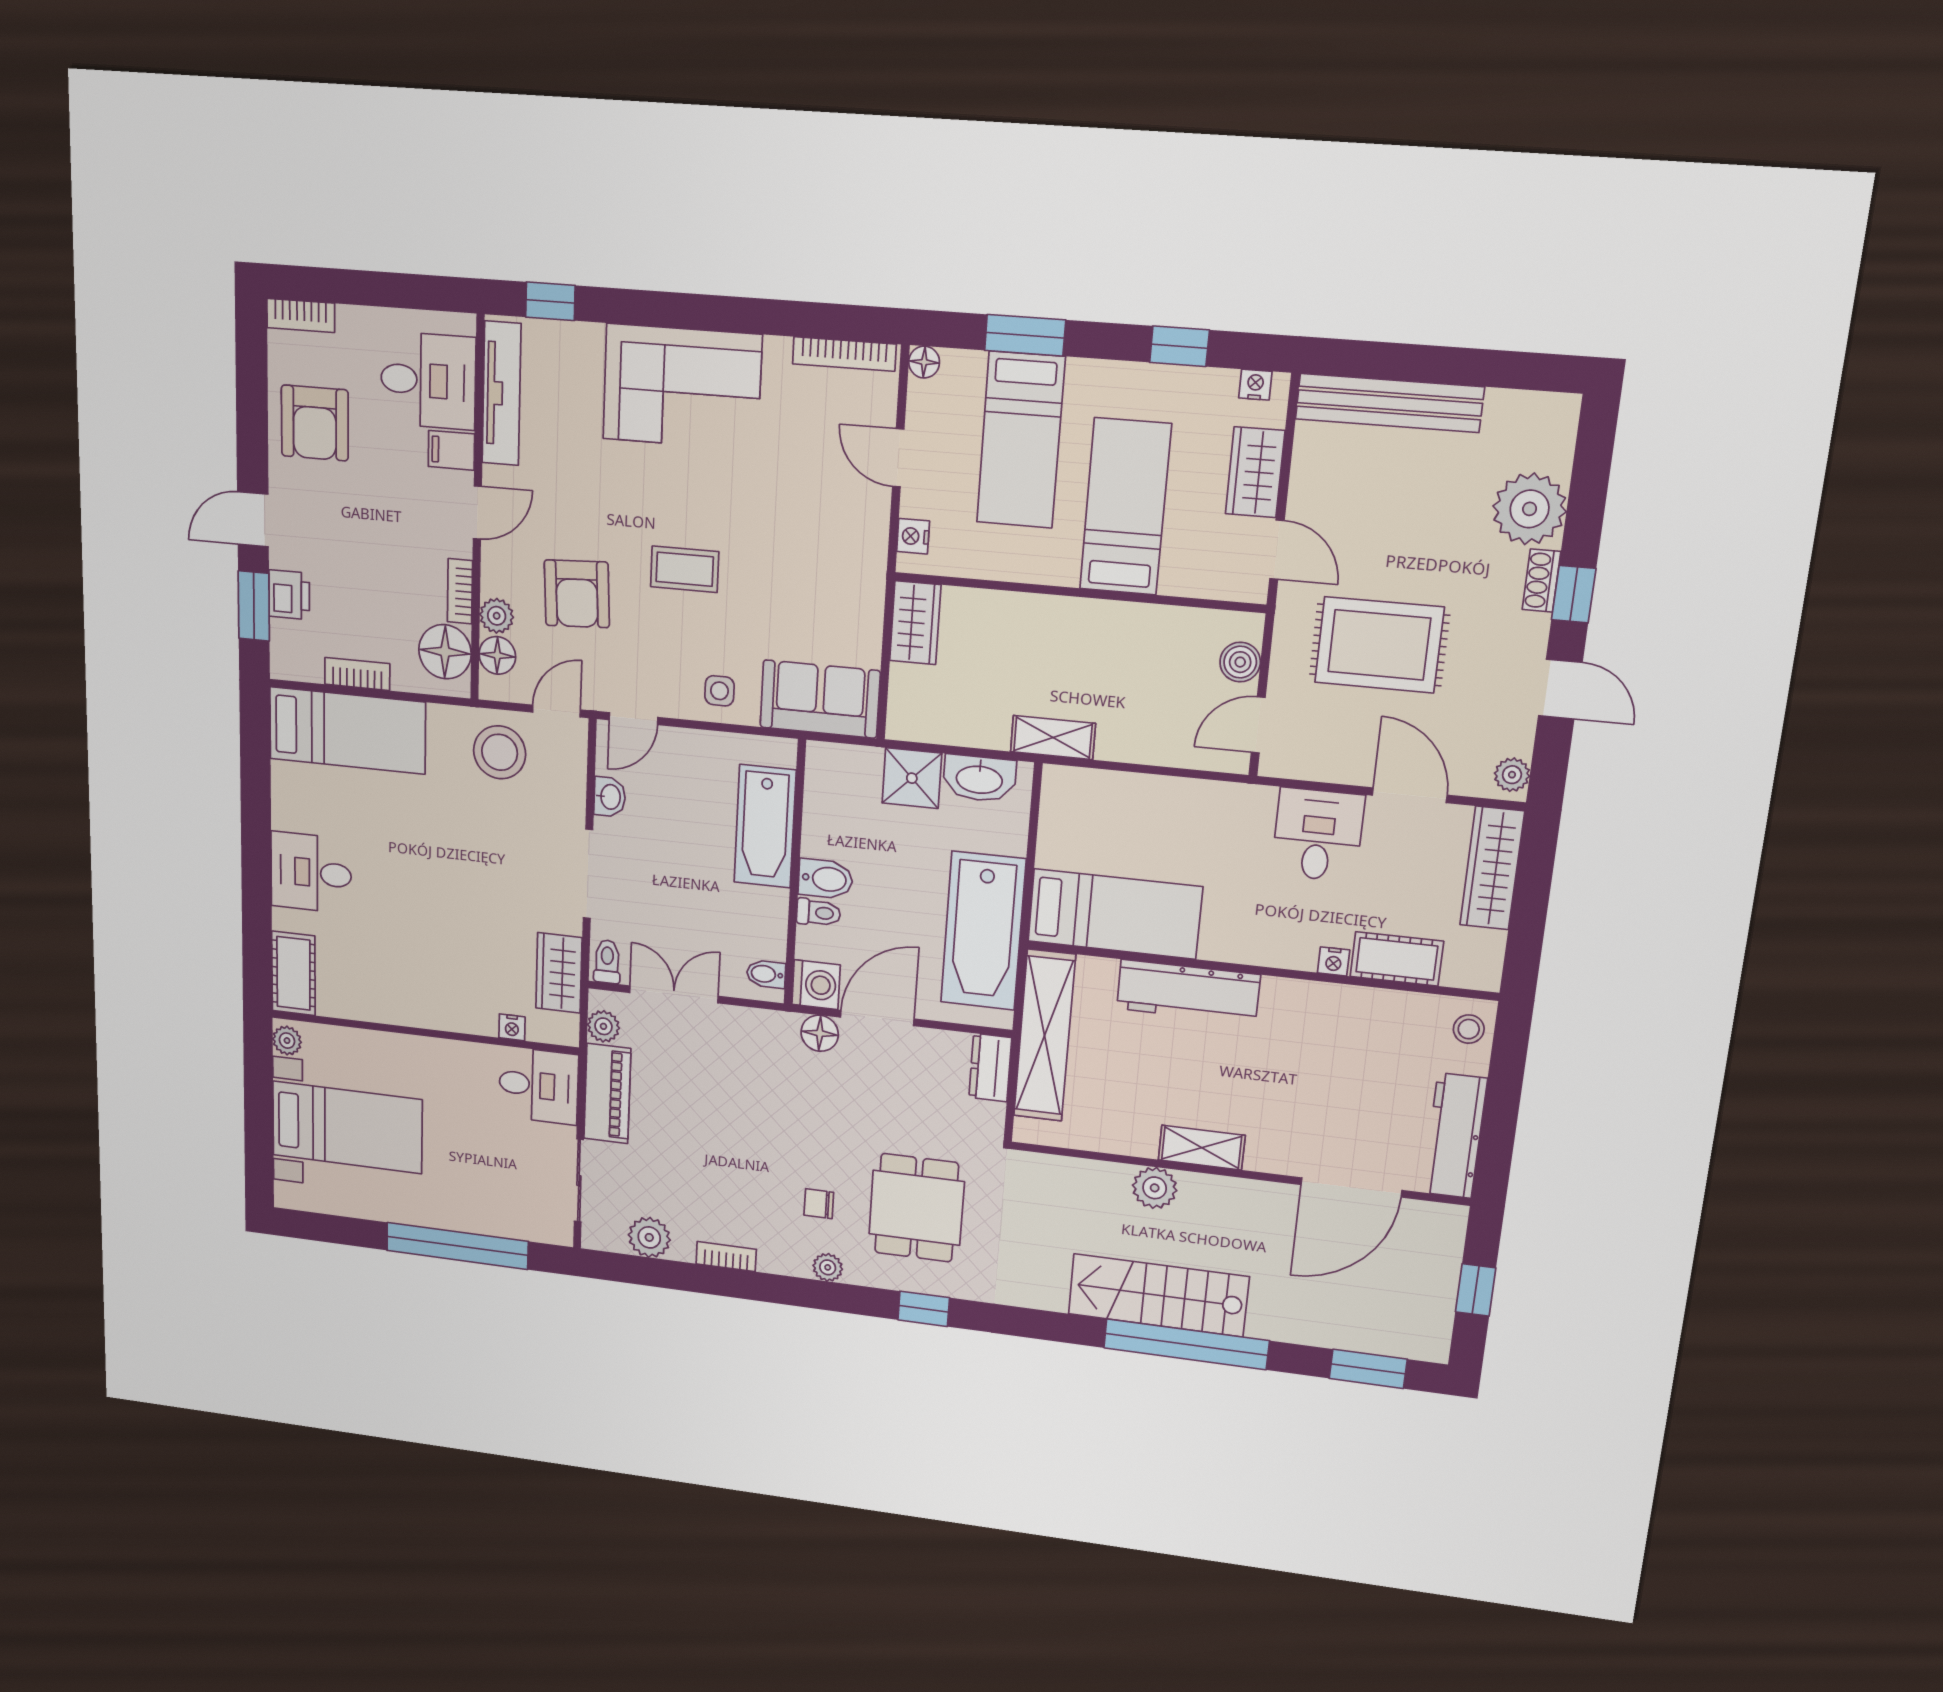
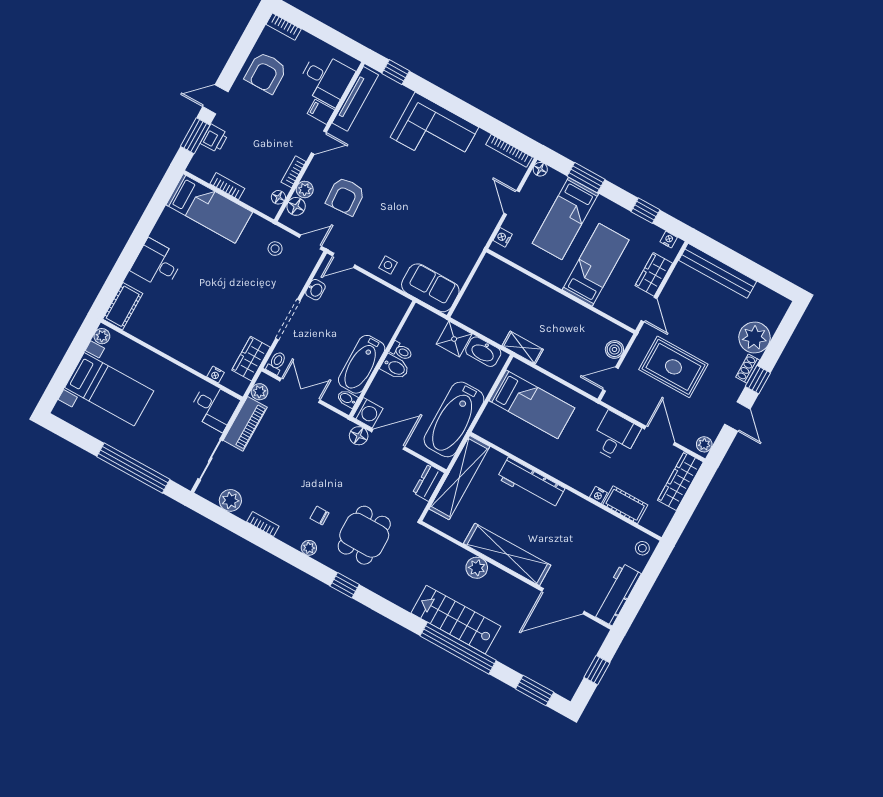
coffee table: (685, 569) -> (398, 207), removed
wardrobe: (915, 623) -> (487, 274), removed
floor lamp: (445, 652) -> (278, 197), width x0.53, depth x0.53
stool: (500, 752) -> (275, 249), width x0.53, depth x0.53
bathtub: (765, 826) -> (362, 364), moved
toilet: (818, 913) -> (401, 351), moved
bed: (1115, 914) -> (532, 404), moved
shelving: (1202, 1148) -> (507, 554), width x2.20, depth x1.33

